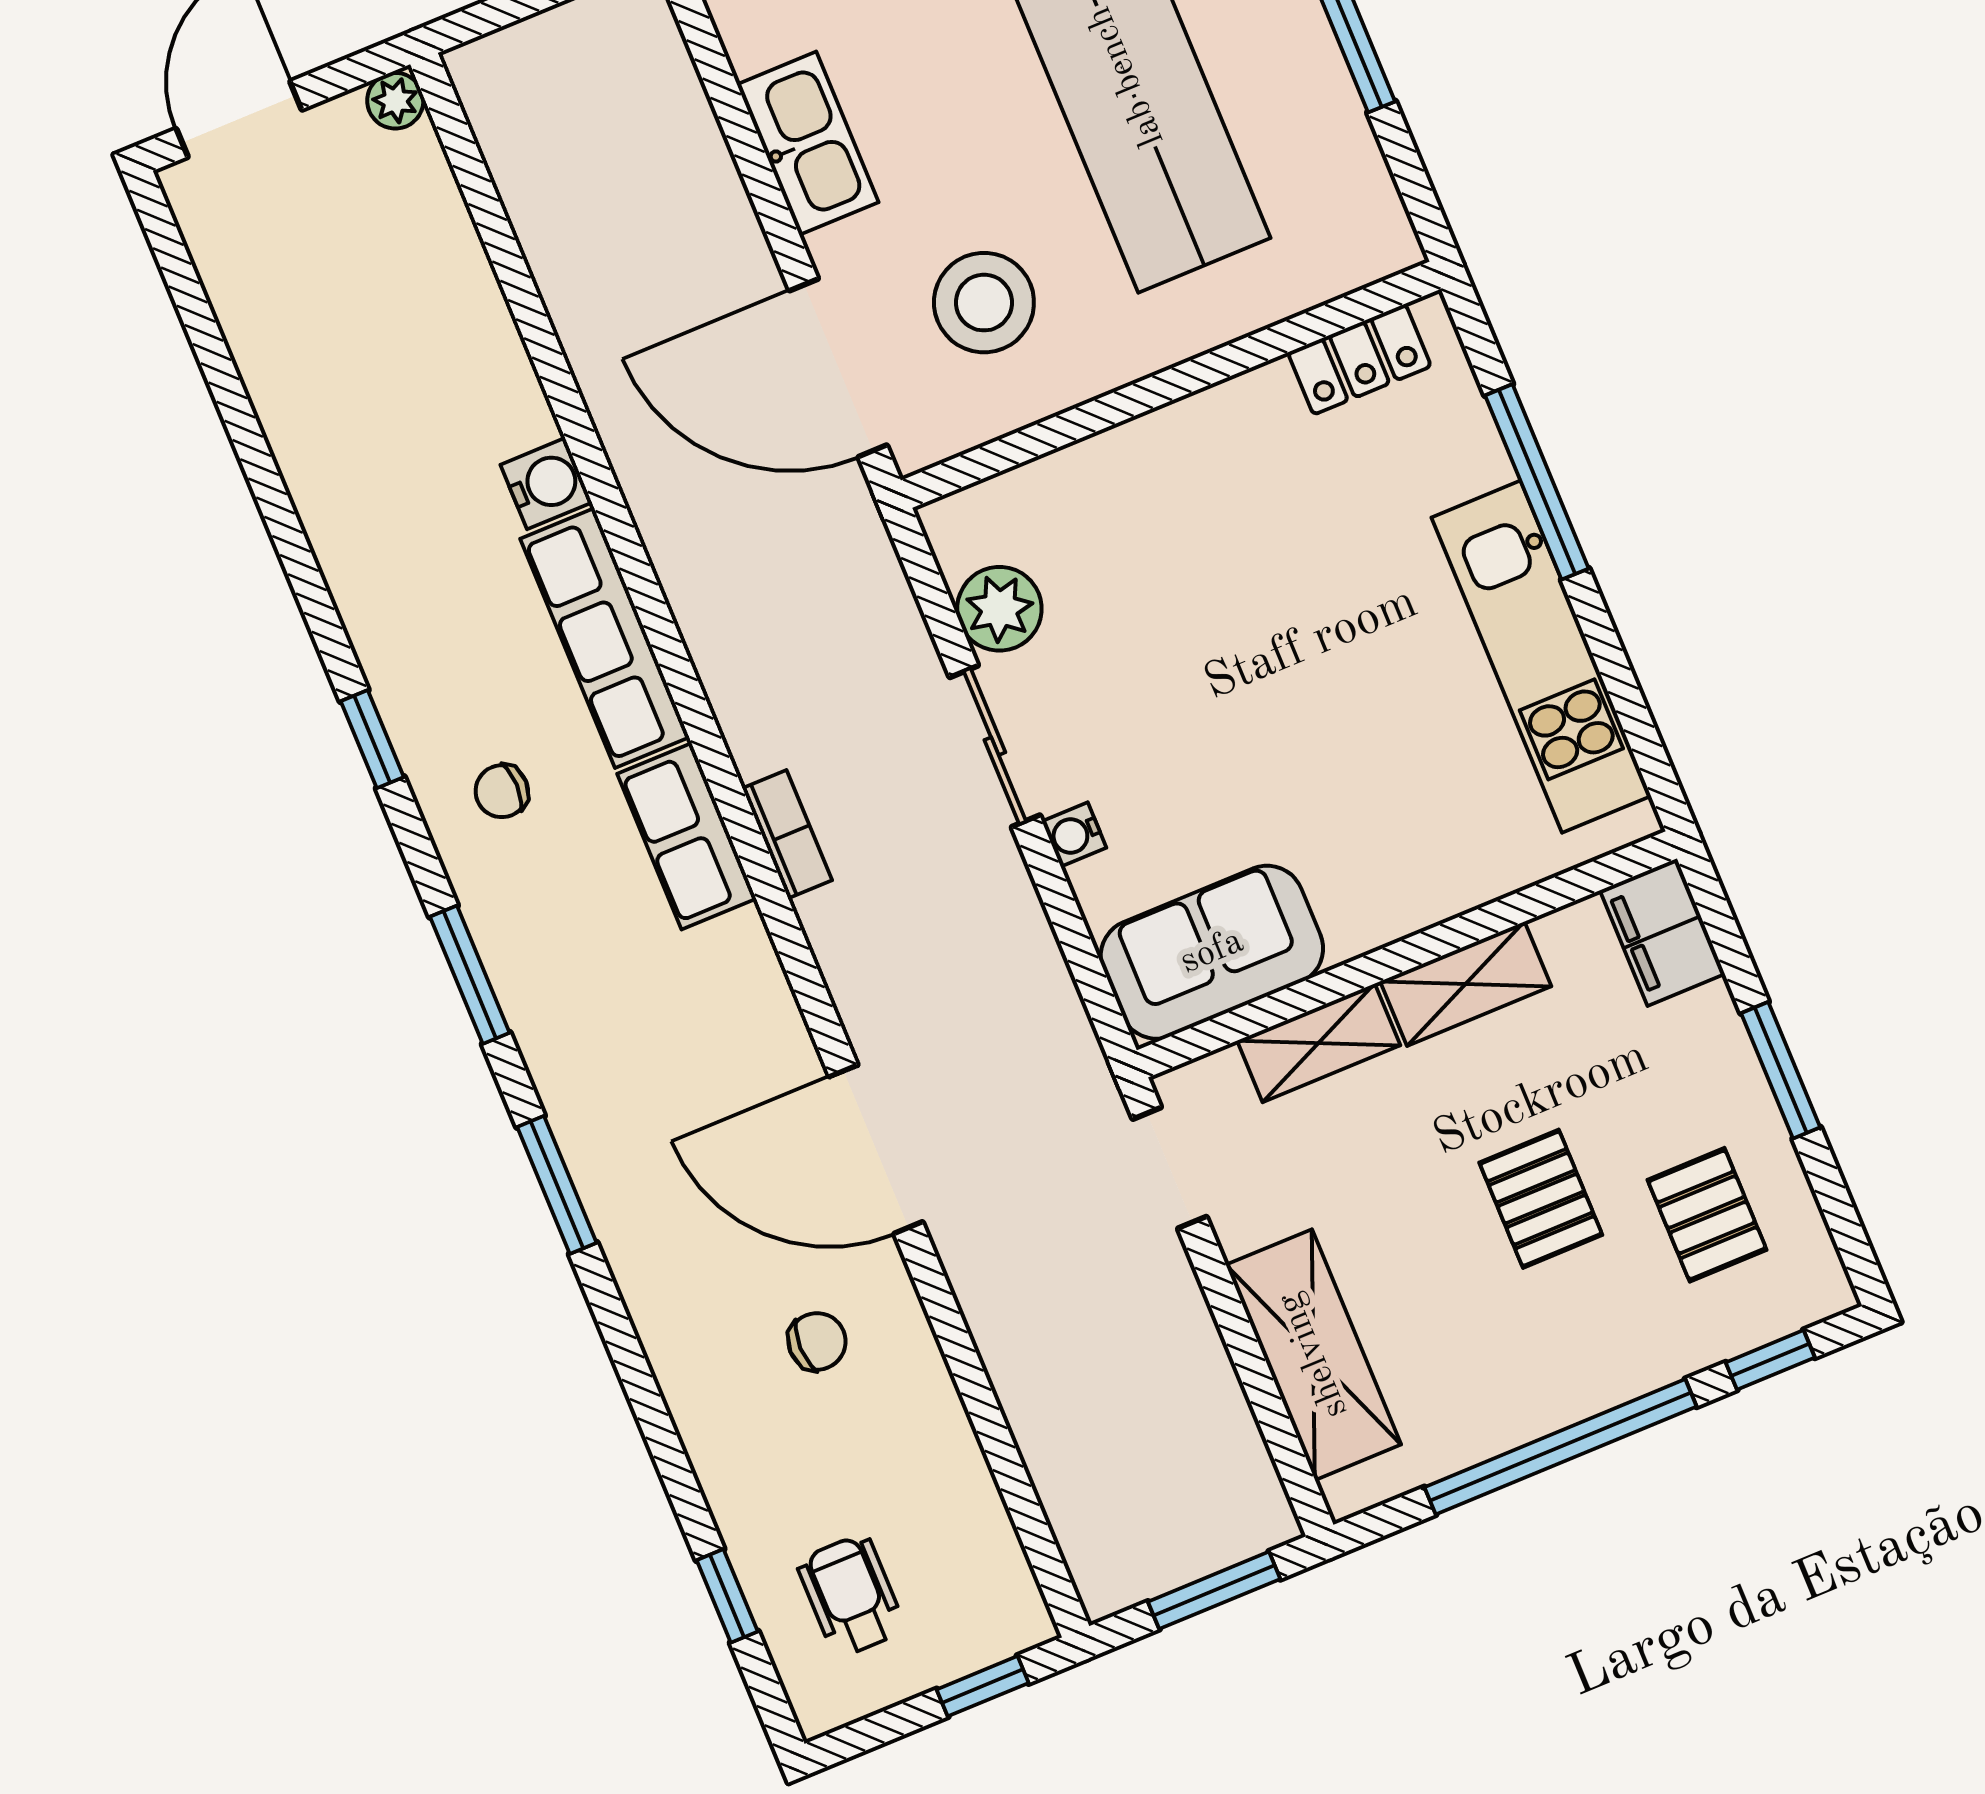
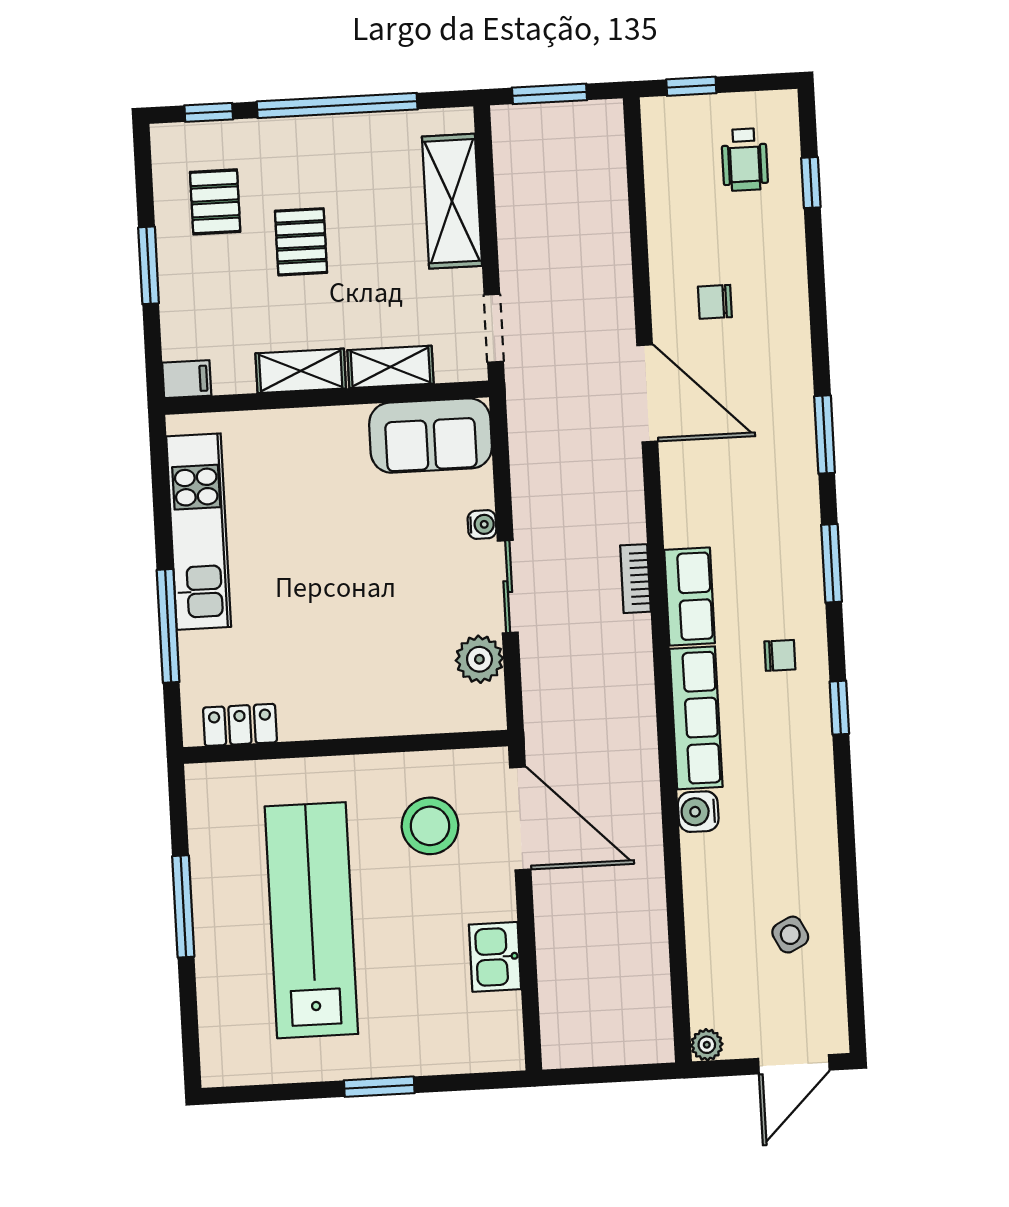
kitchen sink: (808, 143) -> (495, 957), width x0.73
side table: (321, 333) -> (790, 935), added
filing cabinet: (1662, 932) -> (187, 379), width x0.50

